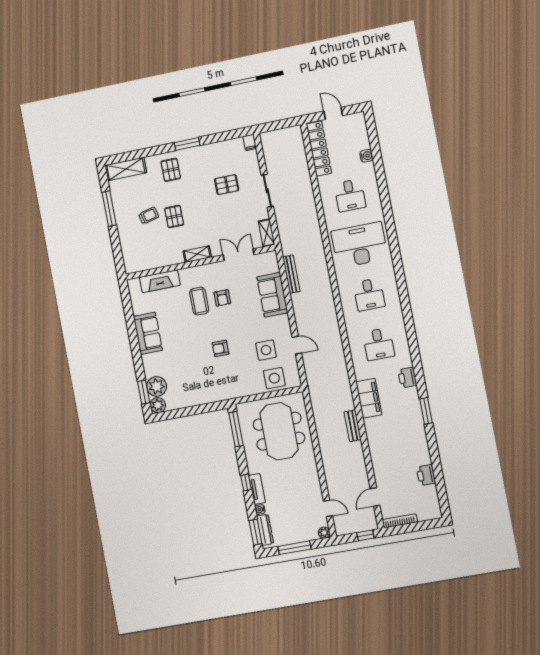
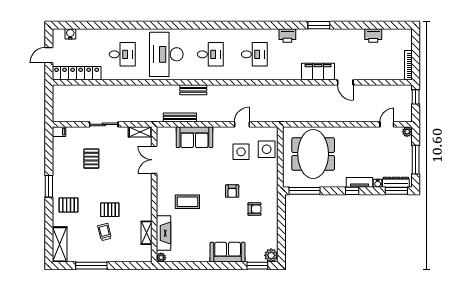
water cooler: (366, 156) -> (70, 34), moved
shelving: (197, 254) -> (146, 233), moved
armchair: (222, 298) -> (255, 209), moved
sofa: (148, 333) -> (228, 252), moved
plant: (157, 386) -> (161, 258), moved, width x0.53, depth x0.53
filing cabinet: (369, 398) -> (318, 72), moved
bench: (353, 426) -> (193, 90), moved
meeting table: (279, 431) -> (313, 154), turned 90
door: (375, 497) -> (345, 82), moved

